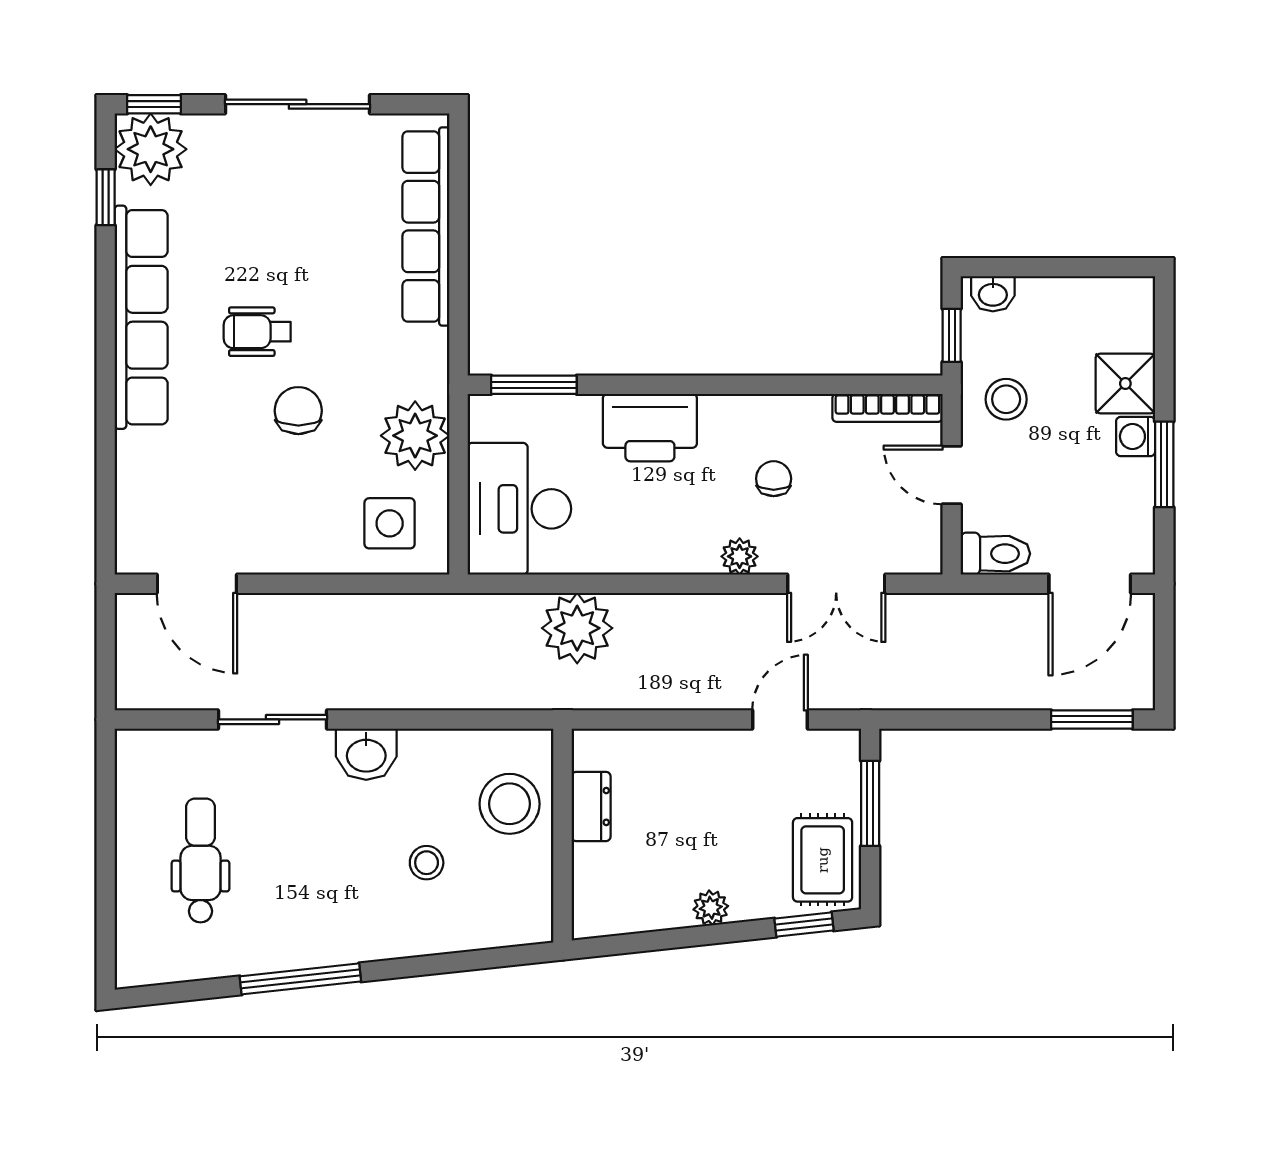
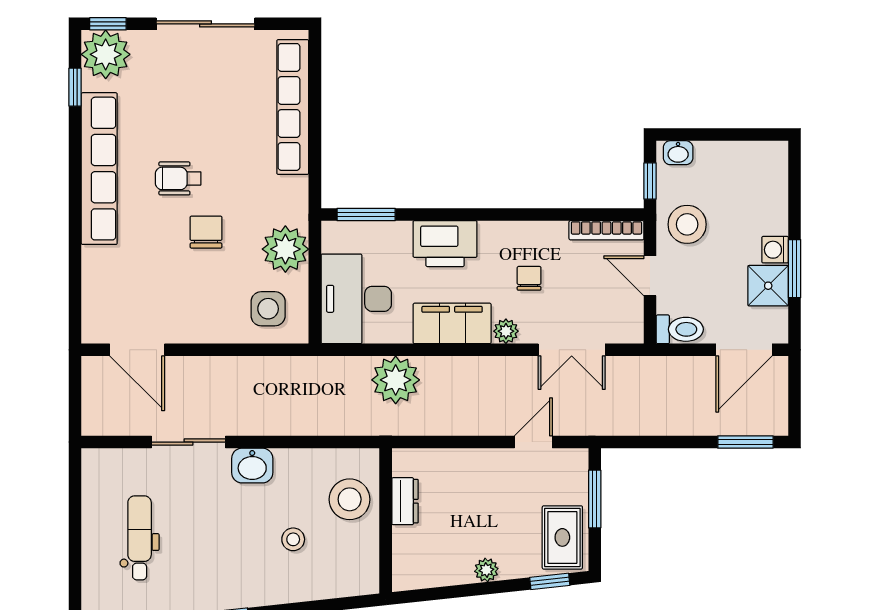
shower: (1125, 384) -> (768, 286), moved
stool: (1006, 399) -> (687, 224), width x1.38, depth x1.38
filing cabinet: (660, 545) -> (452, 323), added

